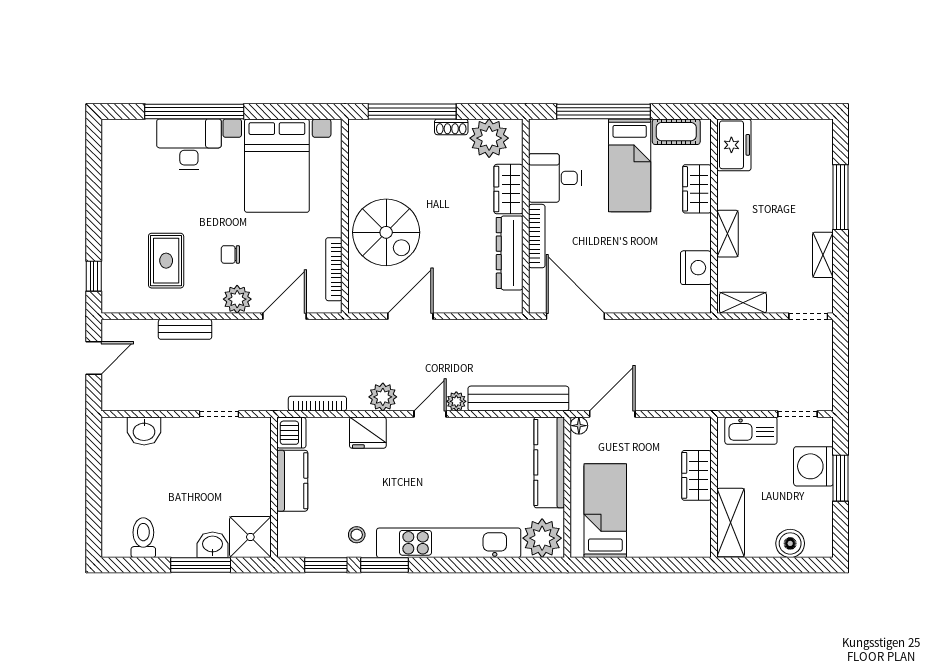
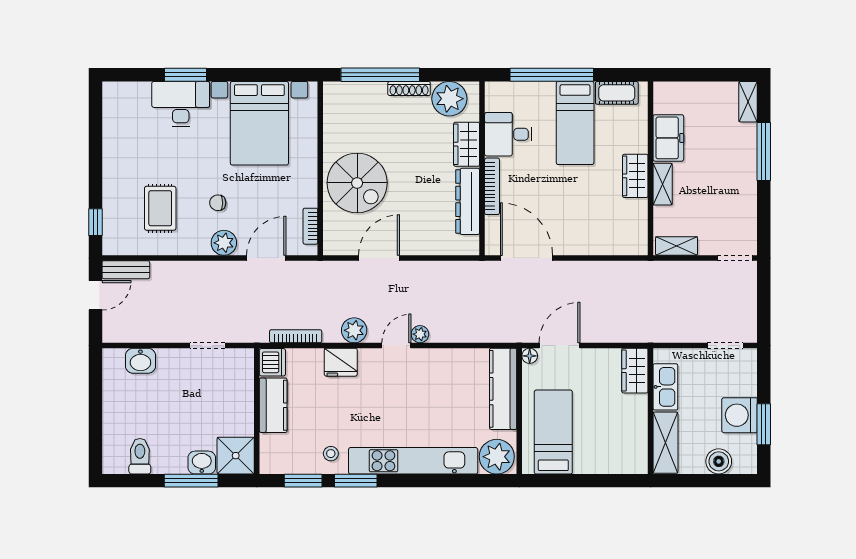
window: (194, 111) -> (185, 75), width x0.47
shoe rack: (451, 127) -> (409, 89), width x1.43
freezer: (734, 145) -> (668, 138), moved
wardrobe: (697, 189) -> (635, 176), moved
shelving: (823, 255) -> (748, 102), moved
nightstand: (696, 268) -> (634, 215), removed
bookcase: (334, 269) -> (310, 226), width x0.64
bench: (185, 329) -> (126, 270), moved
bench: (518, 399) -> (475, 332), removed
kitchen sink: (751, 431) -> (665, 387), moved, turned -90
washing machine: (813, 466) -> (740, 415), moved
wardrobe: (696, 475) -> (635, 371), moved
window: (841, 478) -> (764, 424), moved

